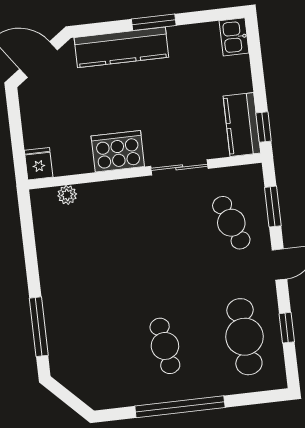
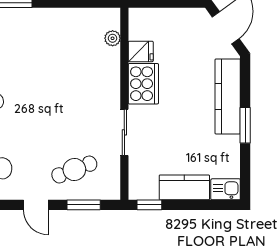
kitchen counter: (242, 125) -> (184, 187), moved
fridge: (39, 164) -> (141, 51), moved

